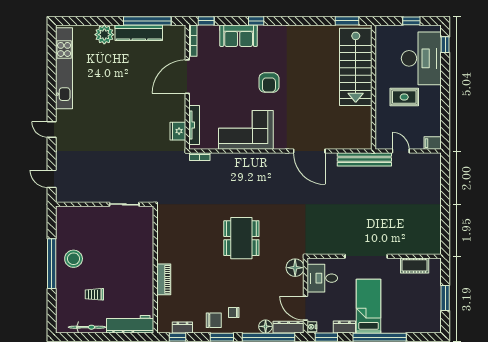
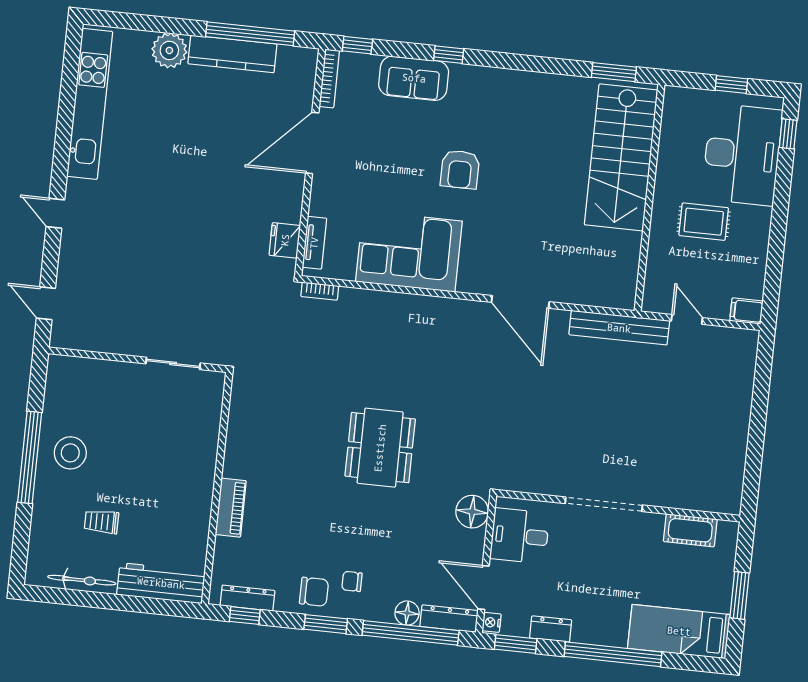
tv unit: (194, 125) -> (314, 243), width x0.71
bed: (369, 306) -> (679, 631), moved, turned -90
dresser: (182, 327) -> (247, 598), width x1.44

